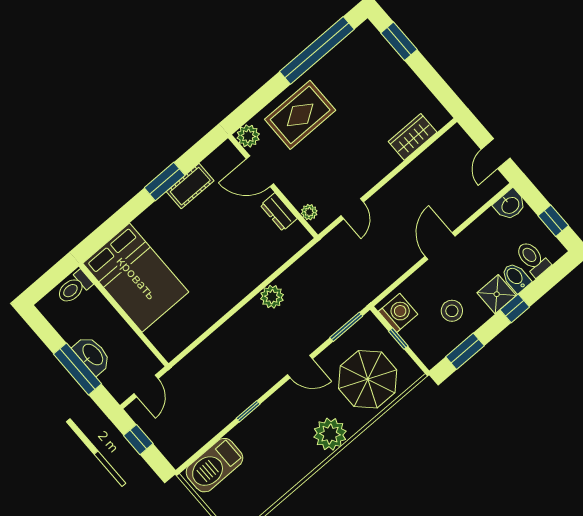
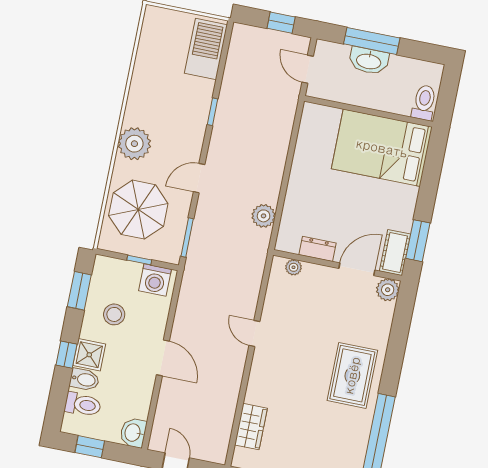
plant: (248, 136) -> (388, 290), moved
door: (260, 171) -> (357, 269), moved
wall: (273, 186) -> (338, 265), moved
dresser: (279, 212) -> (318, 249), moved
plant: (309, 212) -> (294, 267), moved

